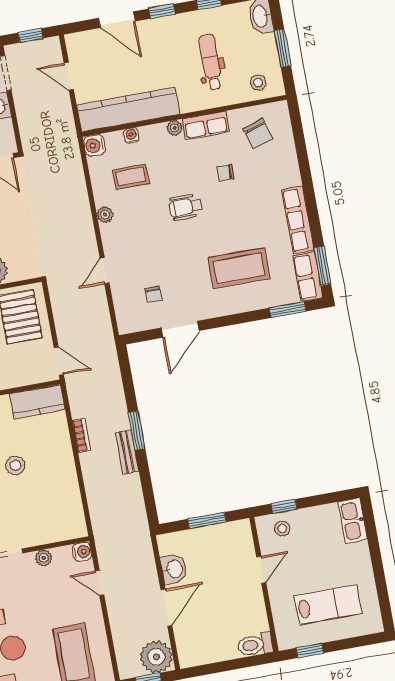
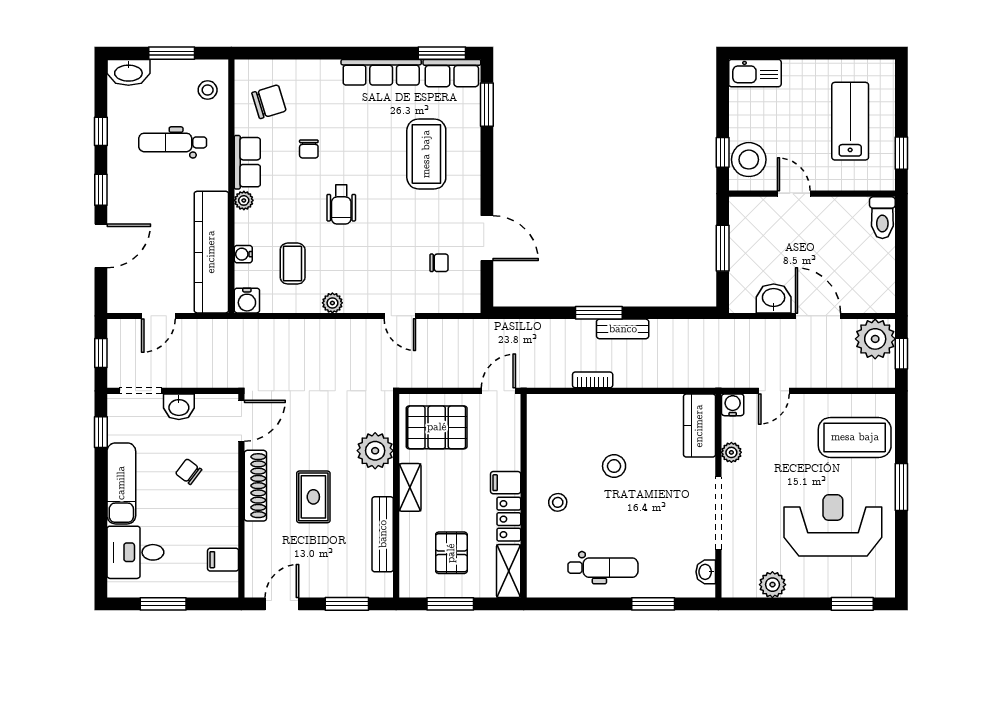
kitchen counter: (37, 402) -> (699, 426), moved, turned 180
stool: (282, 529) -> (749, 160), width x1.89, depth x1.89

